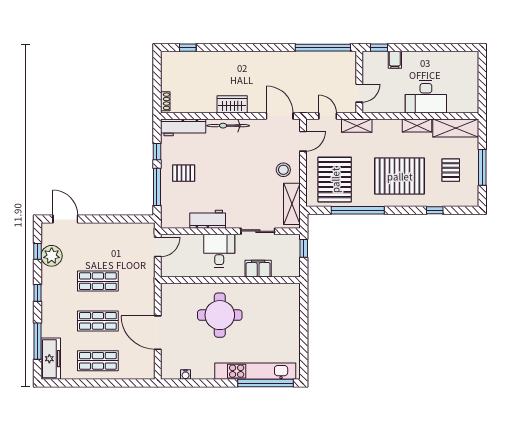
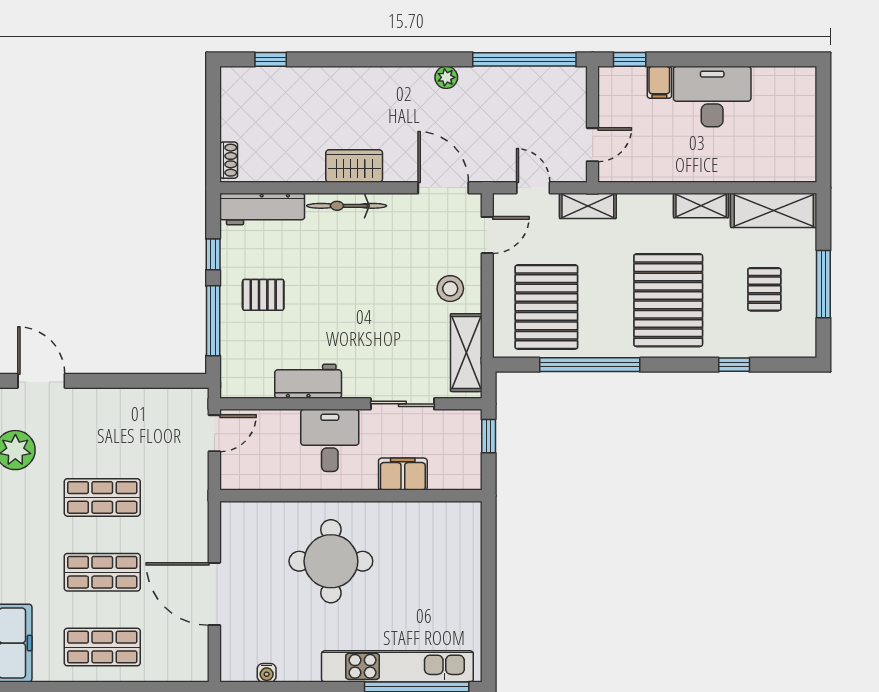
plant: (281, 57) -> (446, 77), added
desk: (426, 97) -> (712, 97), moved, turned 180
pallet: (400, 176) -> (668, 300), turned 90

